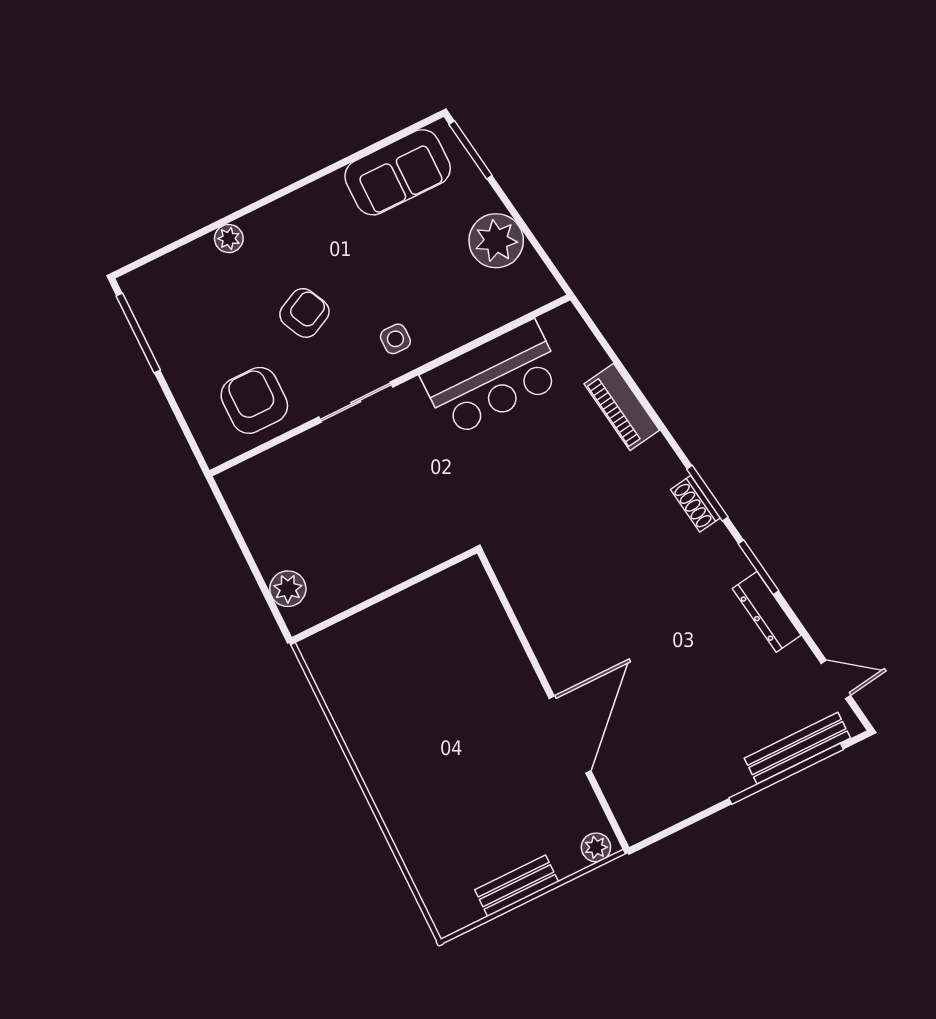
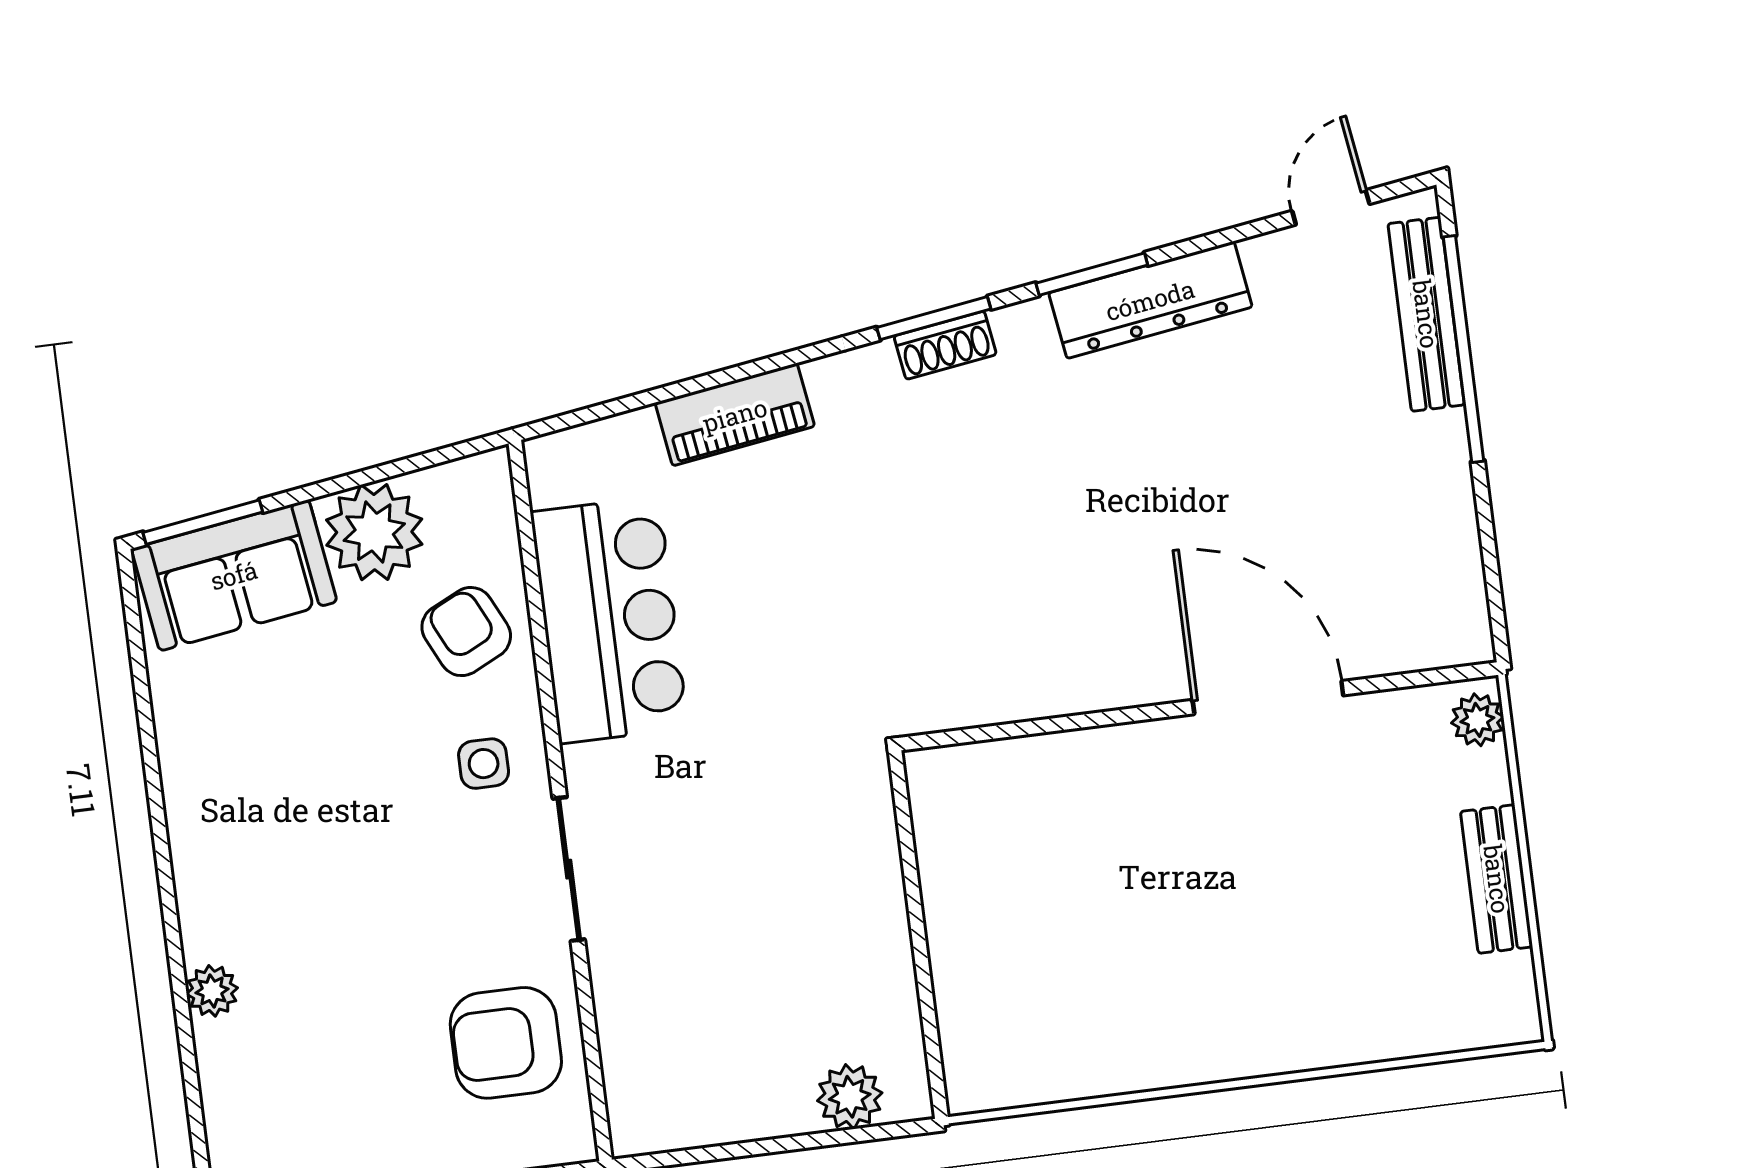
sofa: (398, 172) -> (234, 575), moved, turned 82
armchair: (304, 313) -> (466, 632), moved
dresser: (767, 612) -> (1150, 300), width x1.37, depth x1.24

